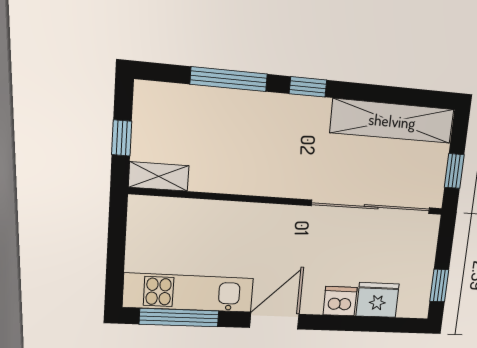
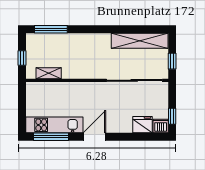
window: (229, 79) -> (51, 29), moved
window: (308, 87) -> (100, 29), removed
shelving: (159, 176) -> (49, 73), moved
dishwasher: (340, 301) -> (161, 126), moved

